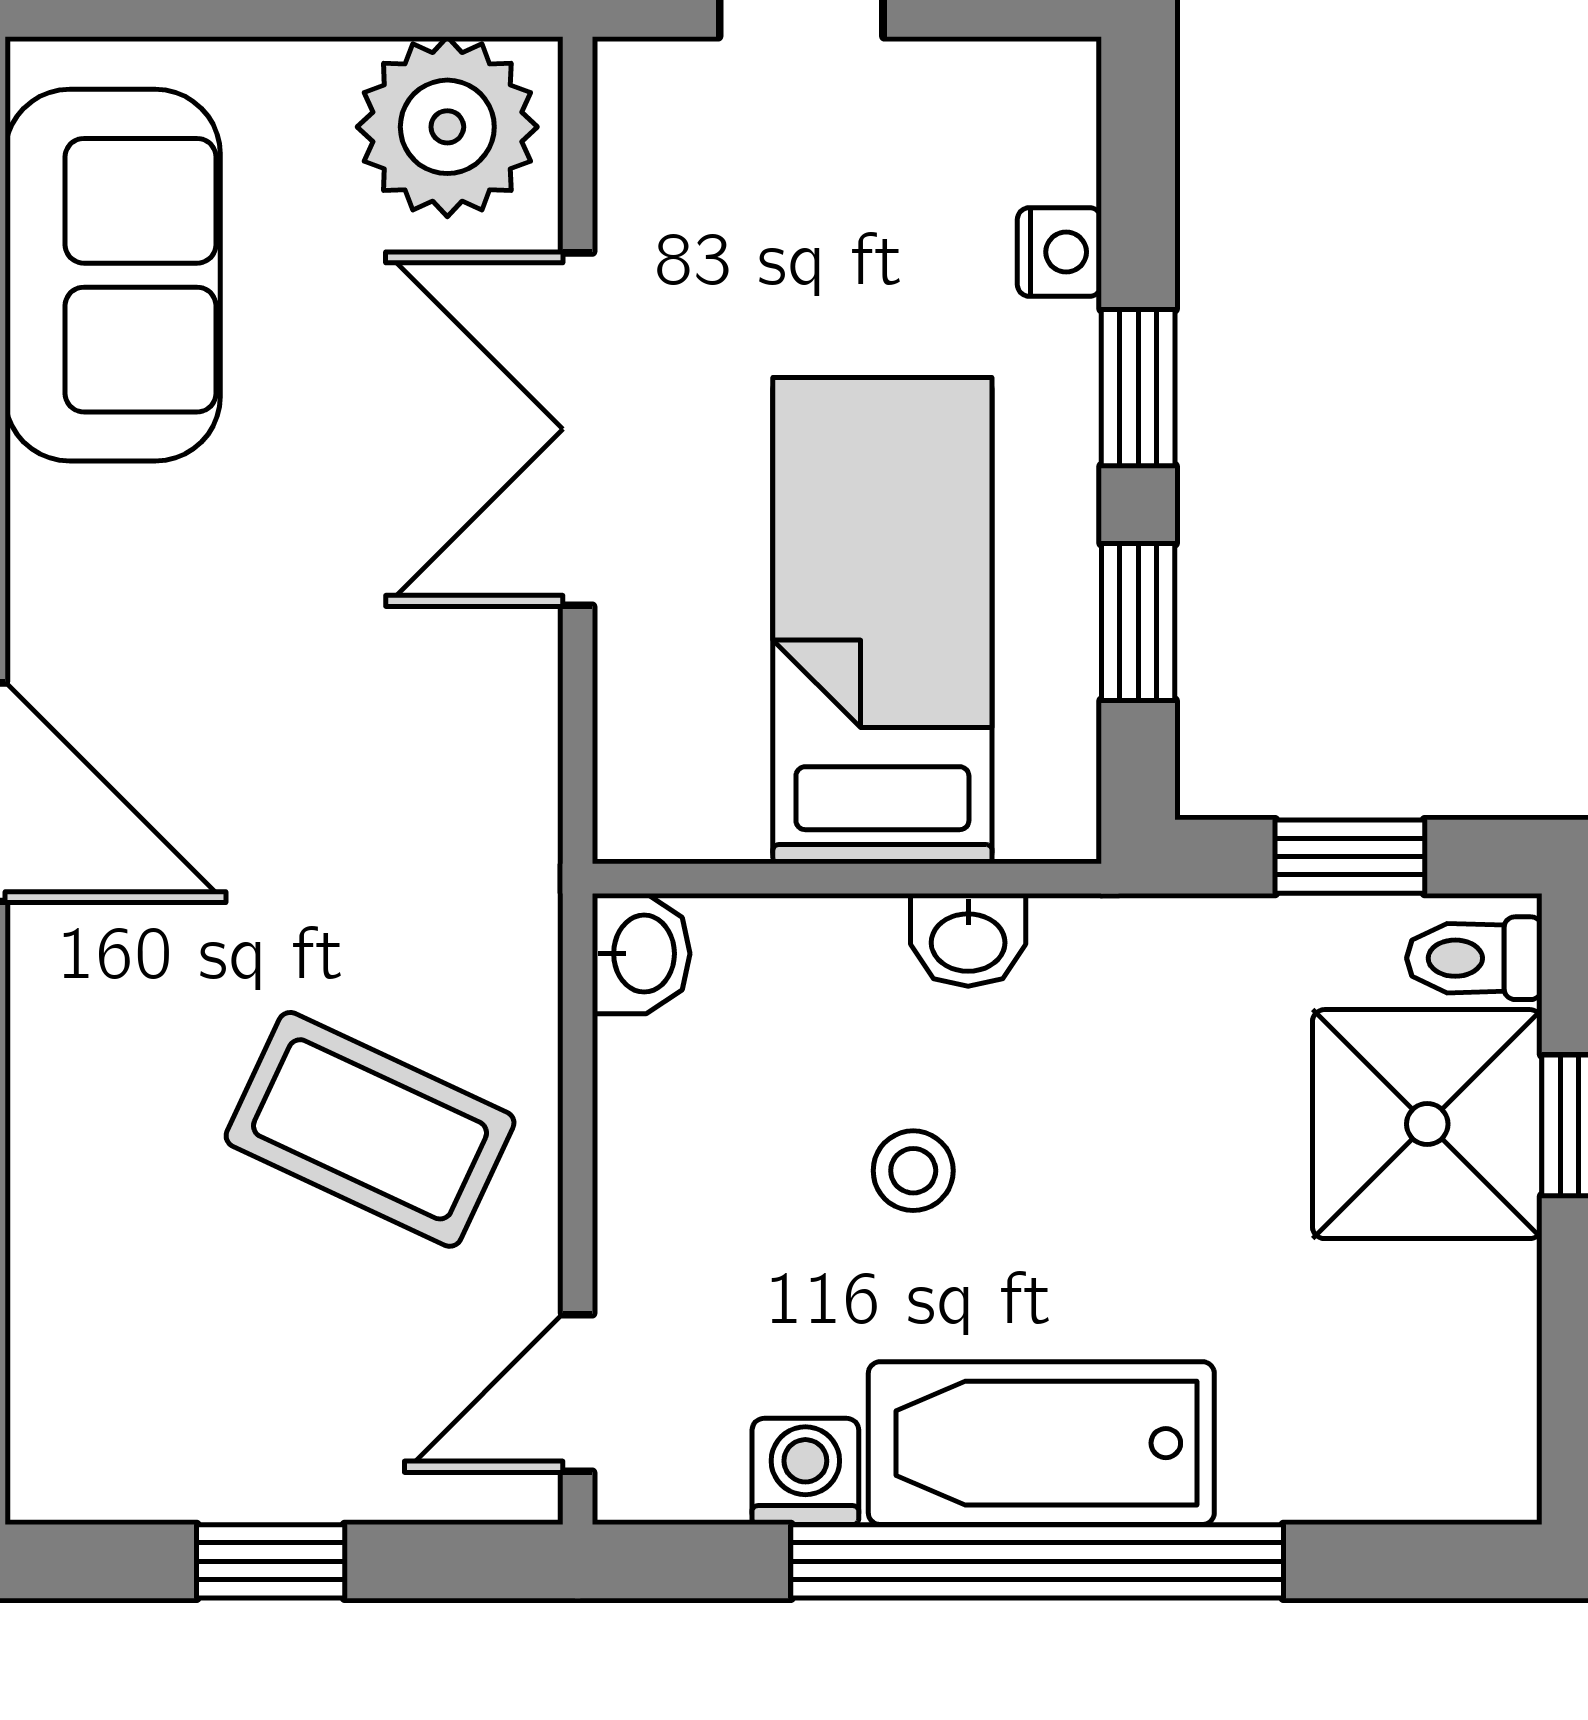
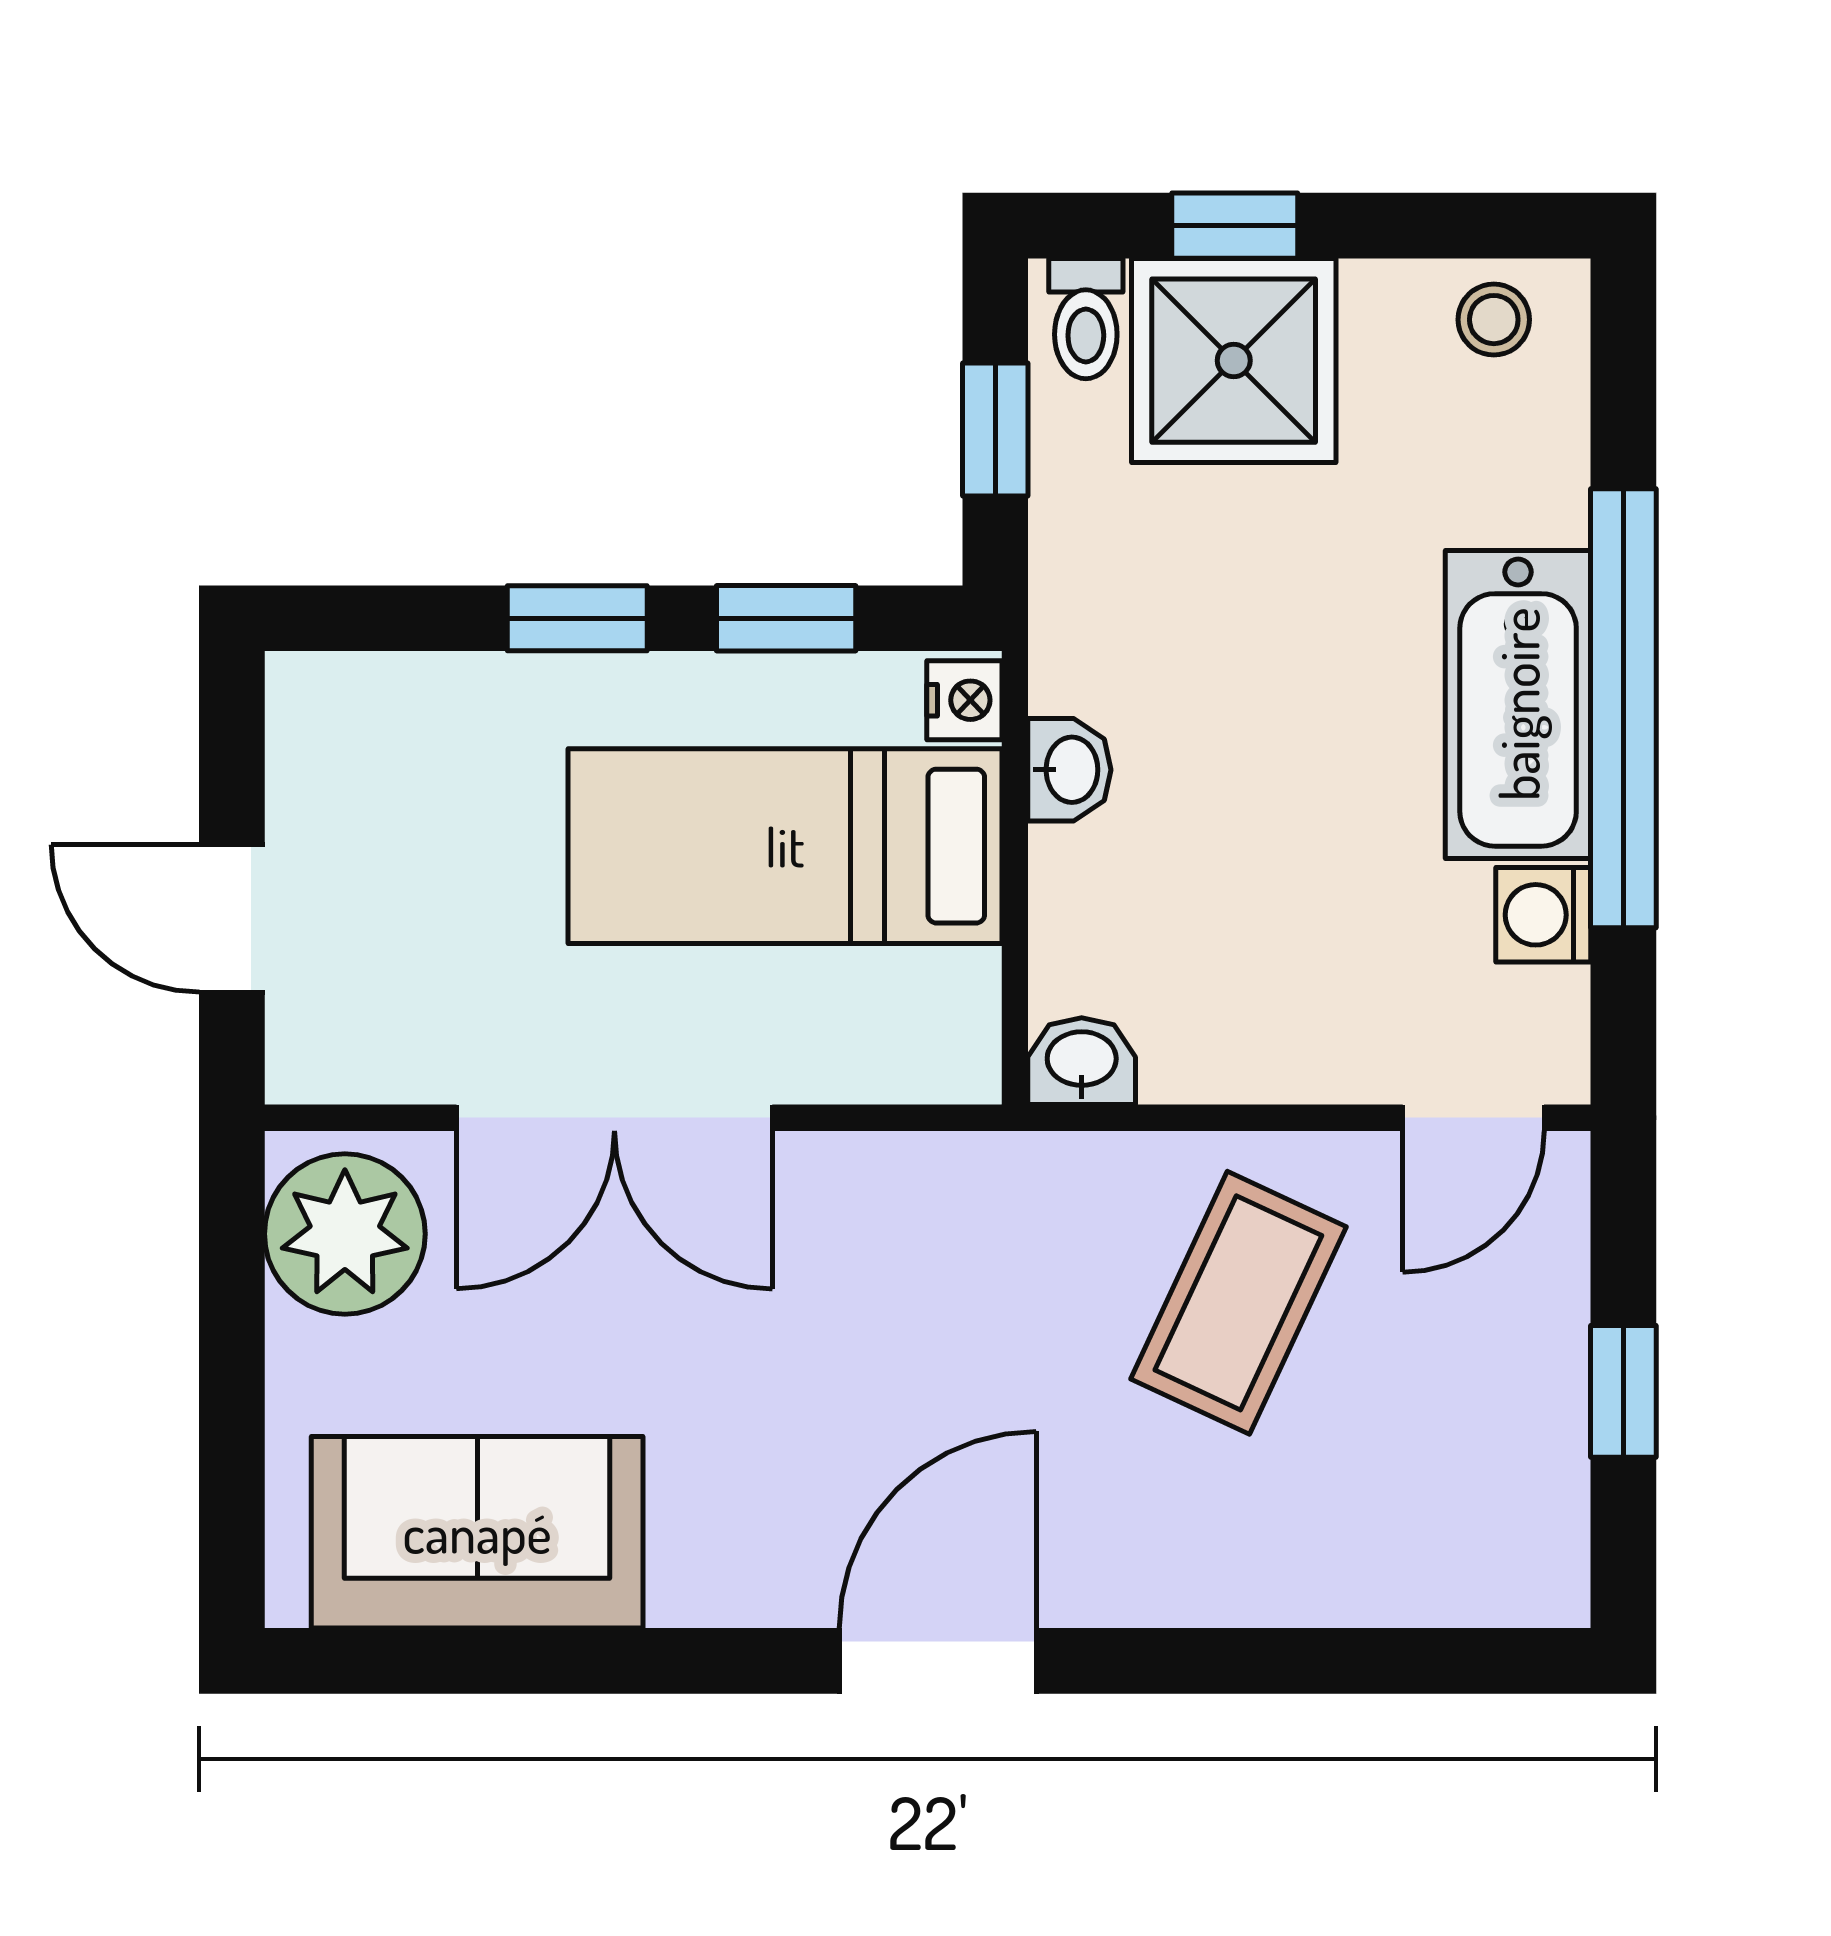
nightstand: (1059, 252) -> (964, 700), moved, turned 90
stool: (913, 1171) -> (1494, 320), moved
door: (578, 1393) -> (1473, 1118), hinge flipped

